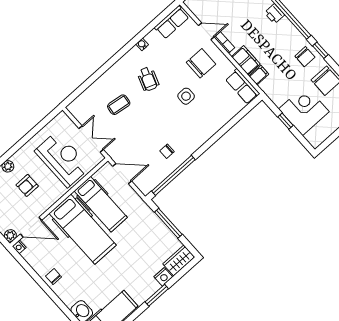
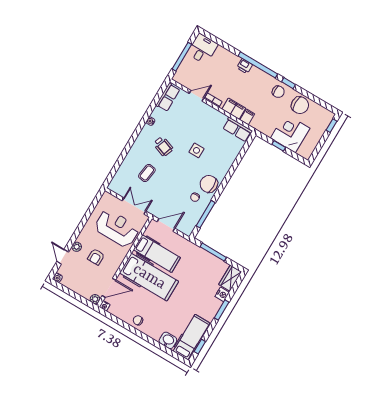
chair: (201, 63) -> (209, 184), moved, turned -90
window: (173, 175) -> (206, 214), width x0.68

